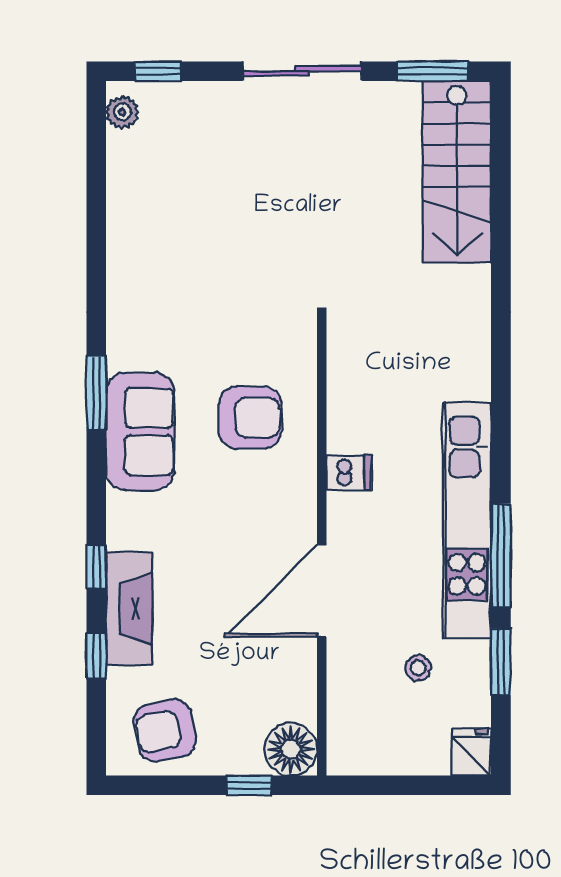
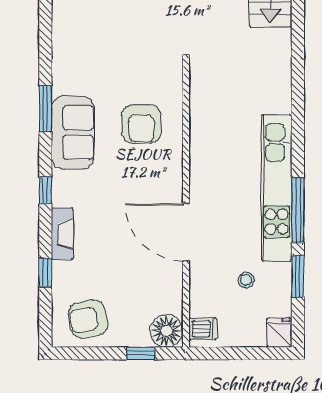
armchair: (250, 418) -> (141, 124), turned 90
dishwasher: (349, 473) -> (203, 329), moved
window: (96, 567) -> (45, 191), moved
door: (322, 591) -> (186, 232), hinge flipped
fireplace: (129, 609) -> (62, 234), width x0.73, depth x0.76

